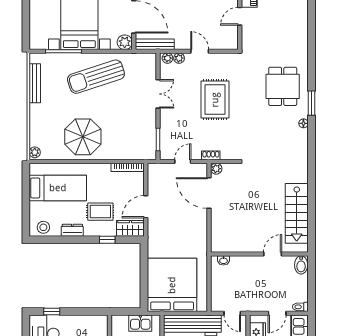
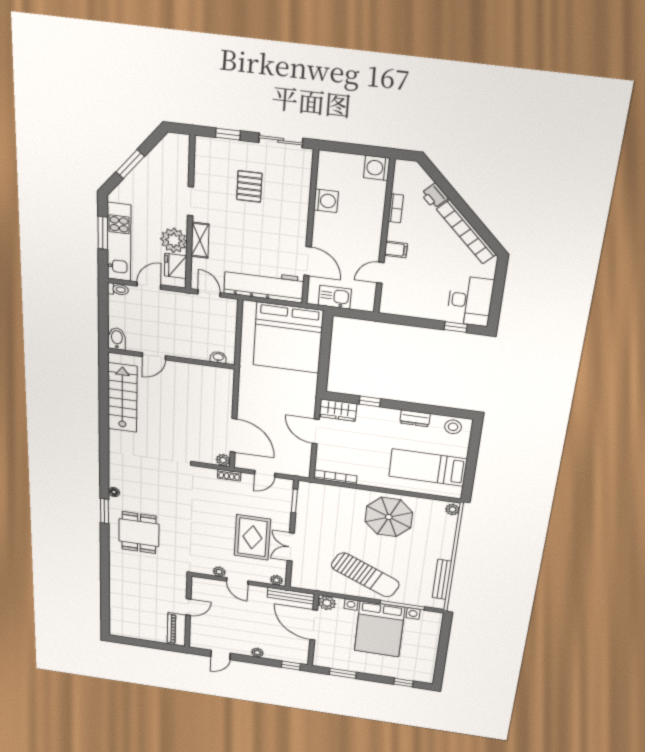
plant: (179, 58) -> (219, 572), moved
sun lounger: (96, 77) -> (365, 575), turned 43
rug: (215, 100) -> (252, 537), moved
door: (146, 207) -> (316, 431), swing flipped
rug: (100, 212) -> (376, 434), removed

